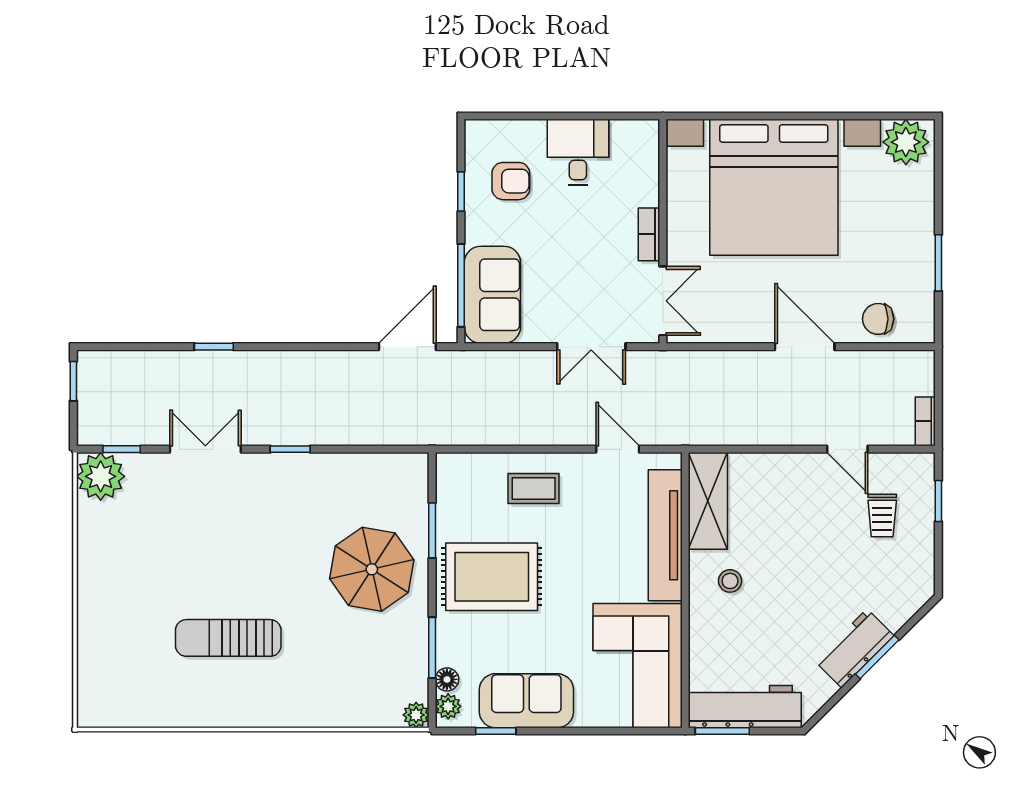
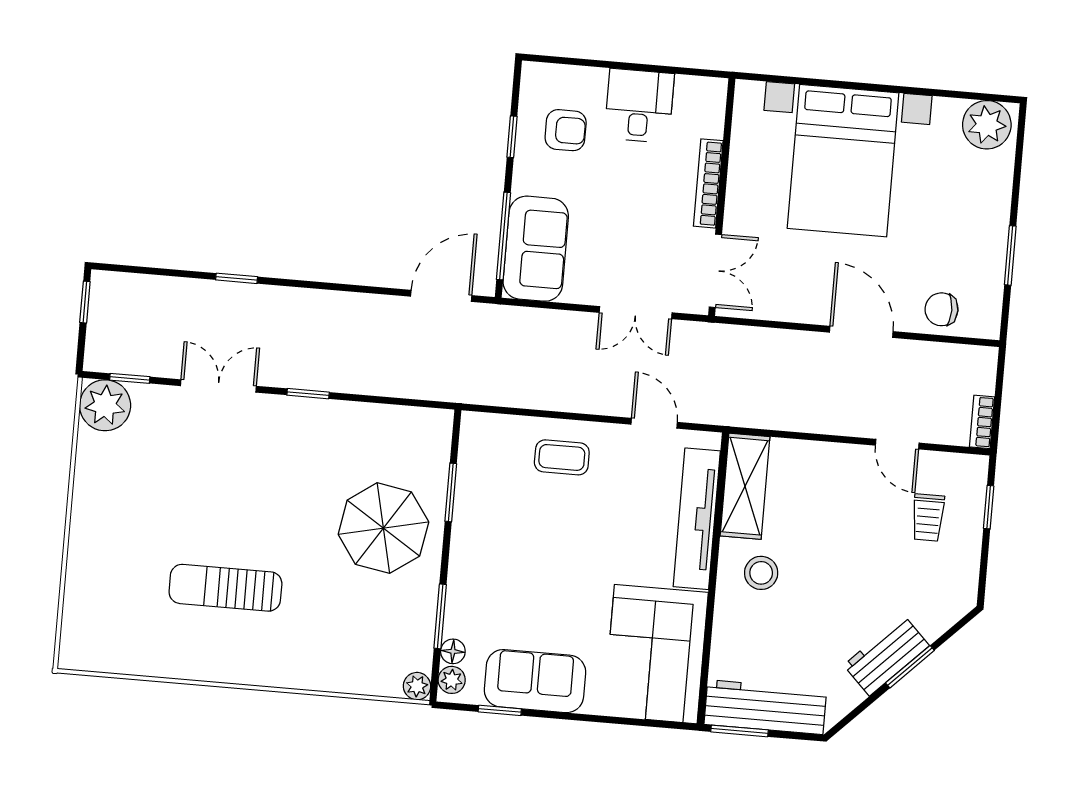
bed with nightstands: (774, 187) -> (843, 161), width x0.73
bookcase: (649, 234) -> (708, 183), width x1.56
rug: (492, 577) -> (510, 547), removed
stool: (730, 581) -> (761, 573), width x1.37, depth x1.37

